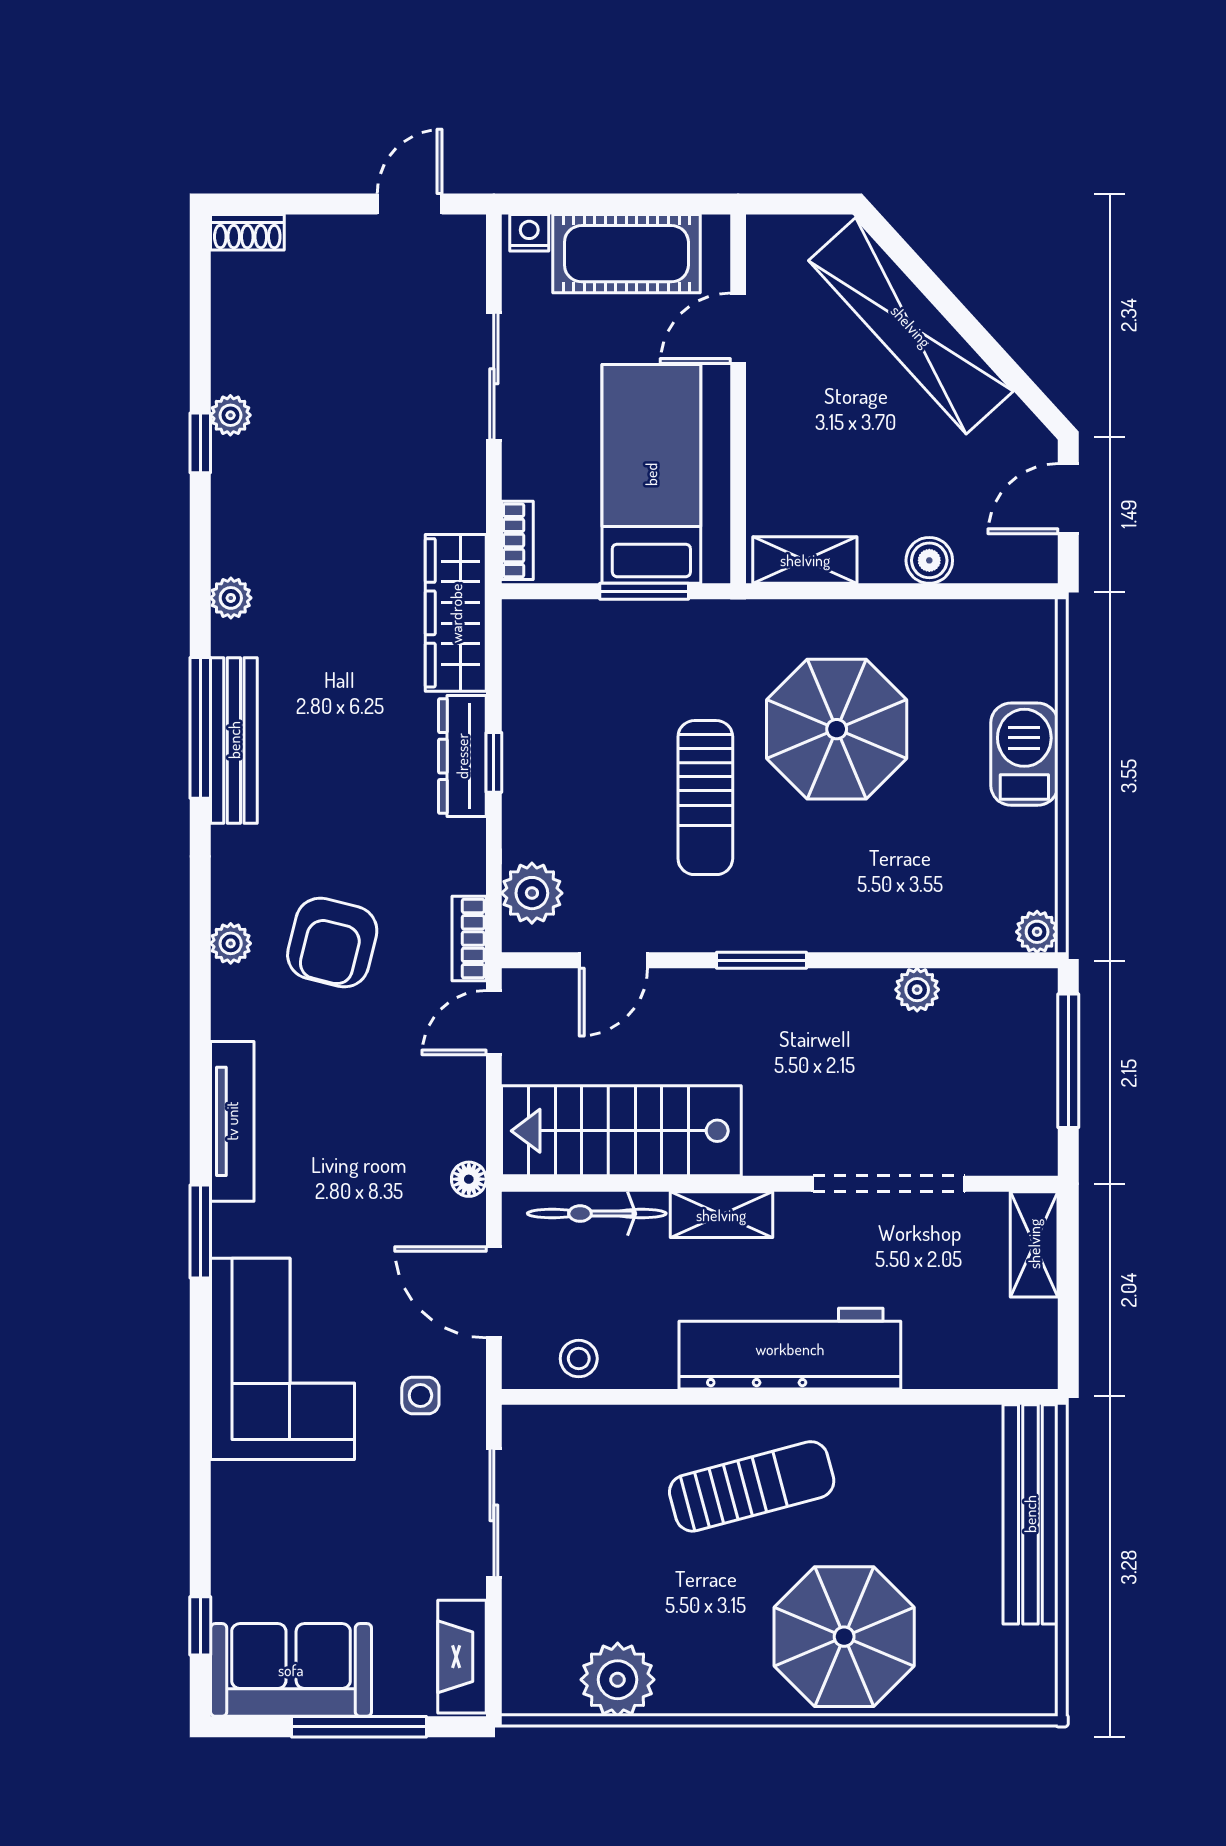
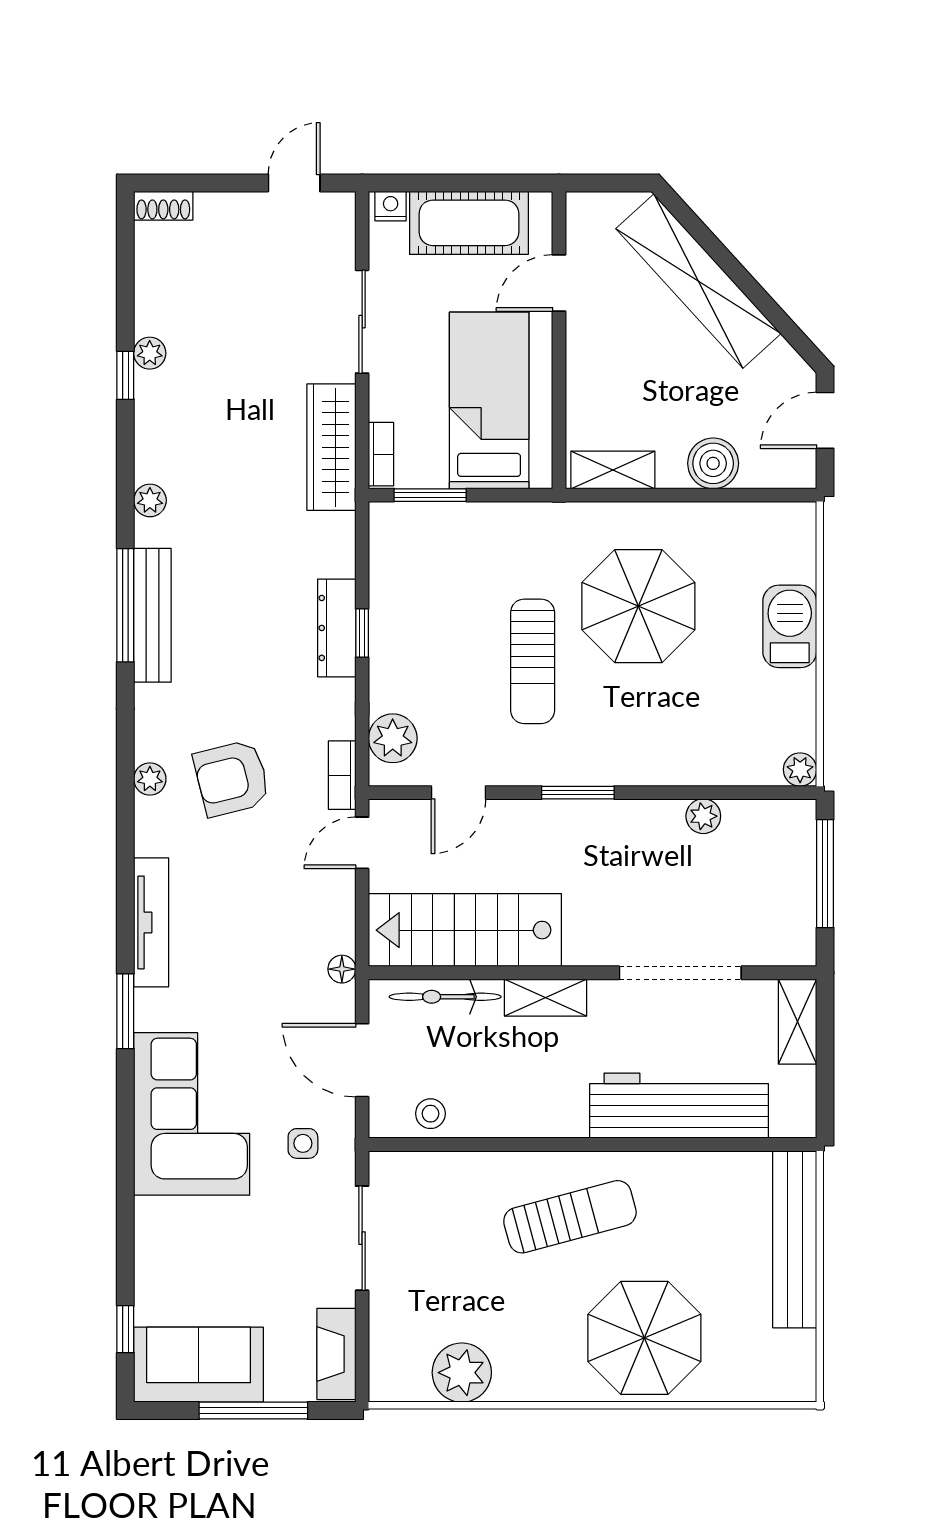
boiler: (929, 560) -> (713, 463), width x1.36, depth x1.36
window: (644, 591) -> (430, 495), moved
wardrobe: (456, 613) -> (331, 447), moved
armchair: (332, 943) -> (232, 778), turned 62
workbench: (790, 1349) -> (679, 1106), moved

